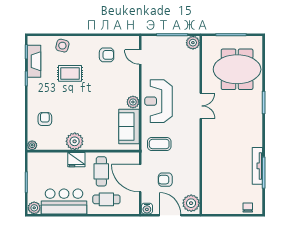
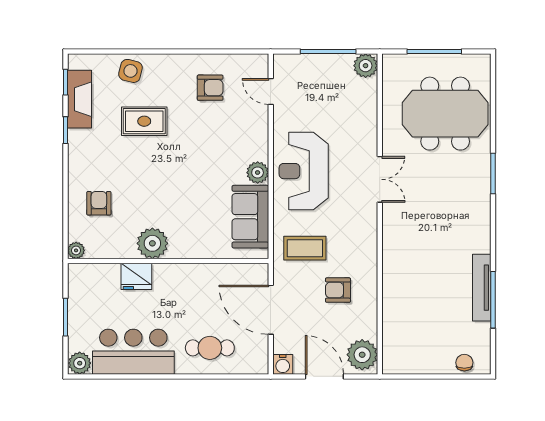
fridge: (76, 160) -> (136, 276), moved
cafe table: (101, 171) -> (201, 298), removed
armchair: (165, 180) -> (338, 290), moved

